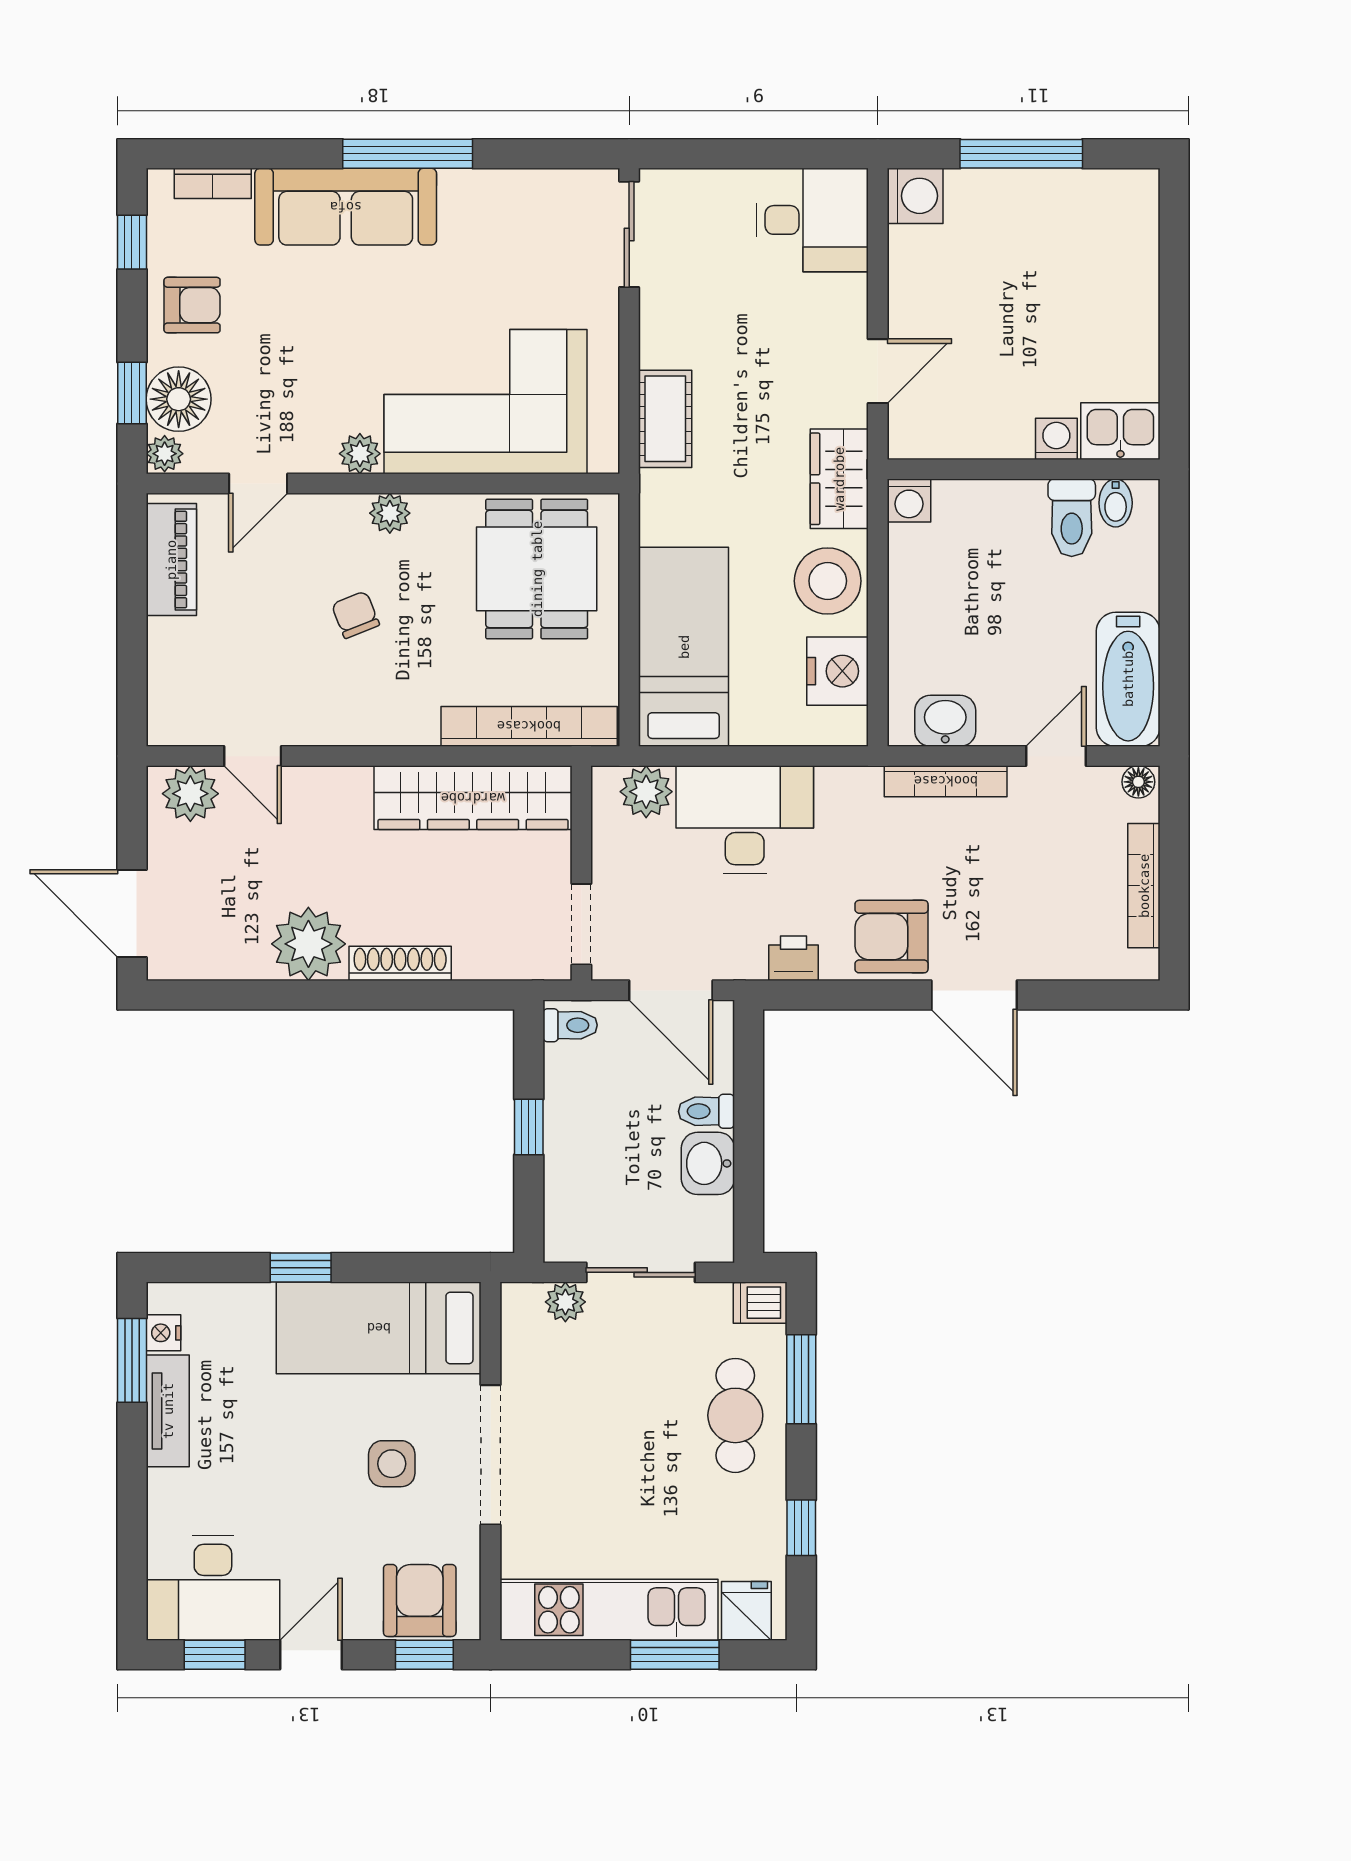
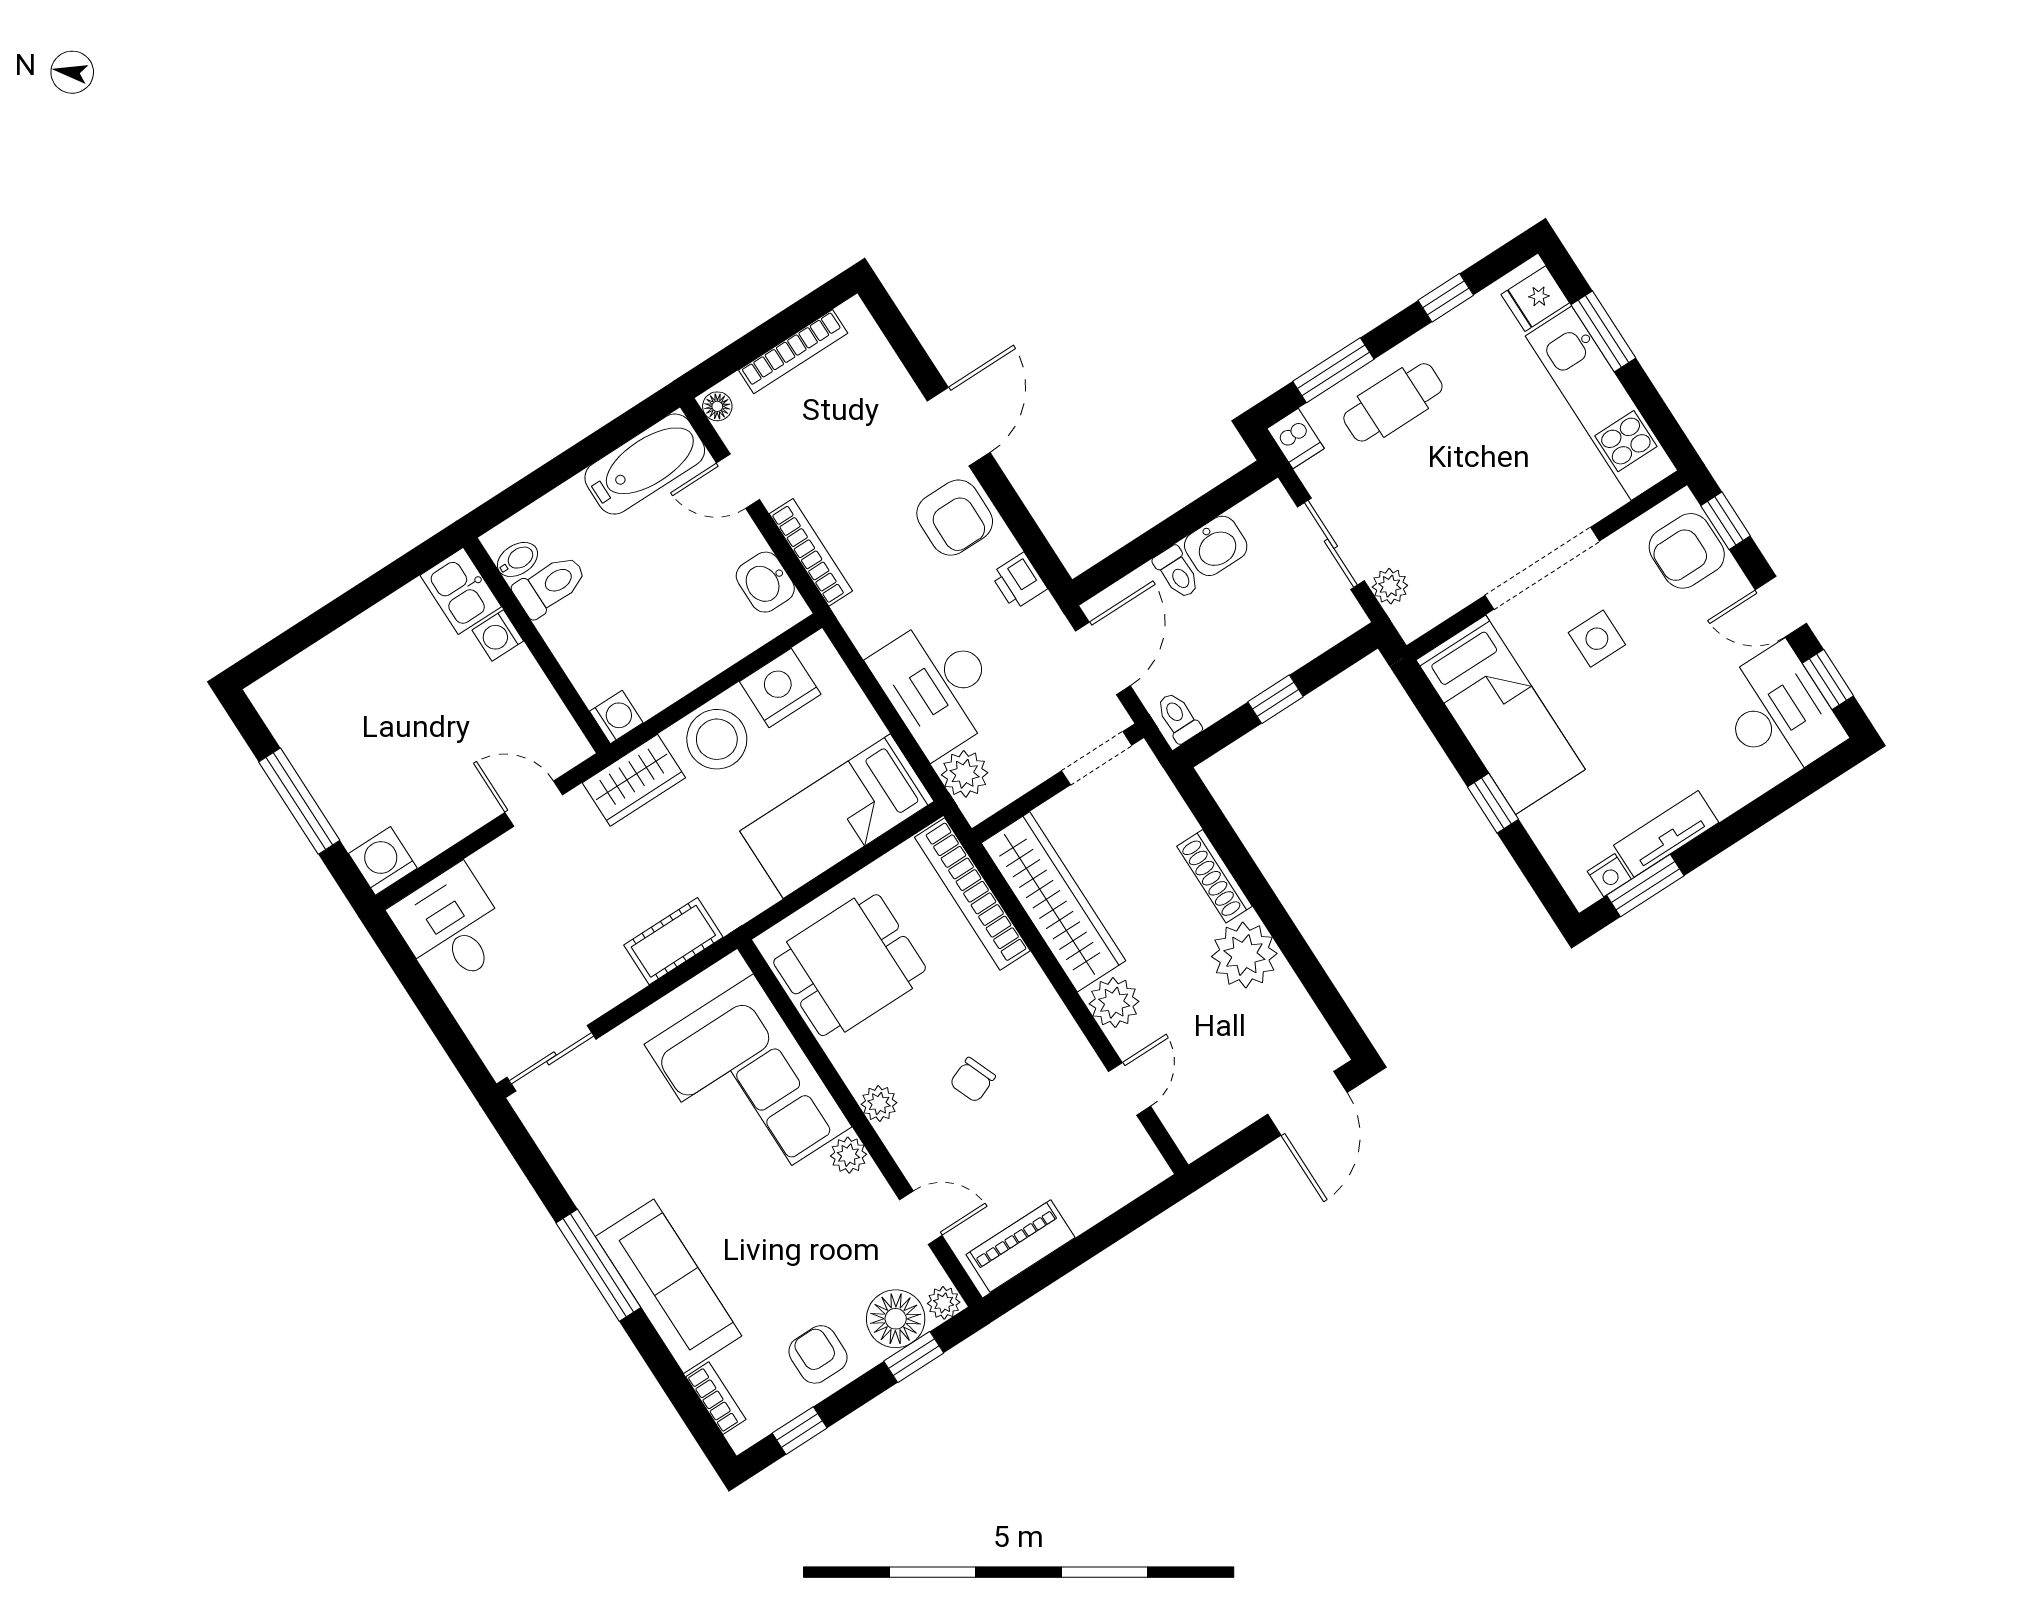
plant: (190, 794) -> (1114, 1003), moved

